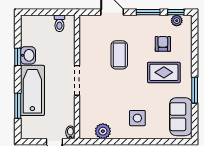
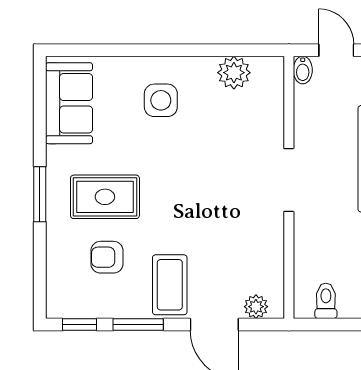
plant: (177, 21) -> (256, 307), moved
armchair: (163, 44) -> (107, 257), turned 90
coffee table: (119, 55) -> (170, 285), moved
window: (195, 90) -> (40, 194), moved

